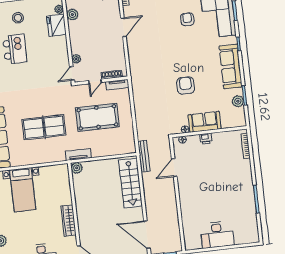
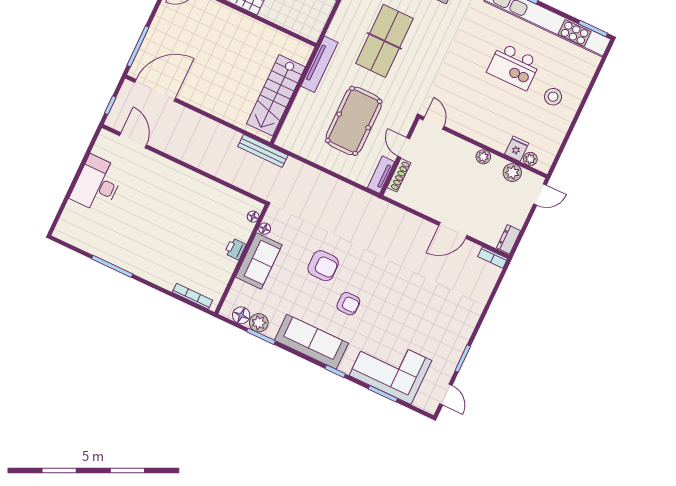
armchair: (187, 19) -> (348, 304), moved
fridge: (56, 25) -> (517, 149), width x0.53, depth x0.75
door: (123, 27) -> (453, 230), hinge flipped
plant: (76, 59) -> (483, 157), moved
floor lamp: (240, 113) -> (241, 315), added
tv unit: (78, 155) -> (319, 64), width x1.41
plant: (77, 168) -> (303, 51), removed
door: (174, 168) -> (133, 140), moved
stairs: (131, 183) -> (276, 95), moved, turned -90

